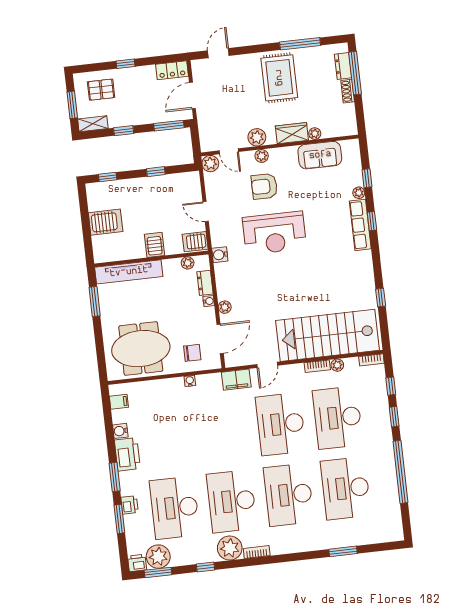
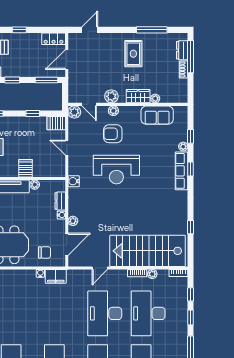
rug: (279, 78) -> (133, 54), width x0.73, depth x0.70
server rack: (195, 242) -> (56, 123), moved
plant: (188, 263) -> (35, 185), moved
filing cabinet: (236, 380) -> (56, 276), moved

